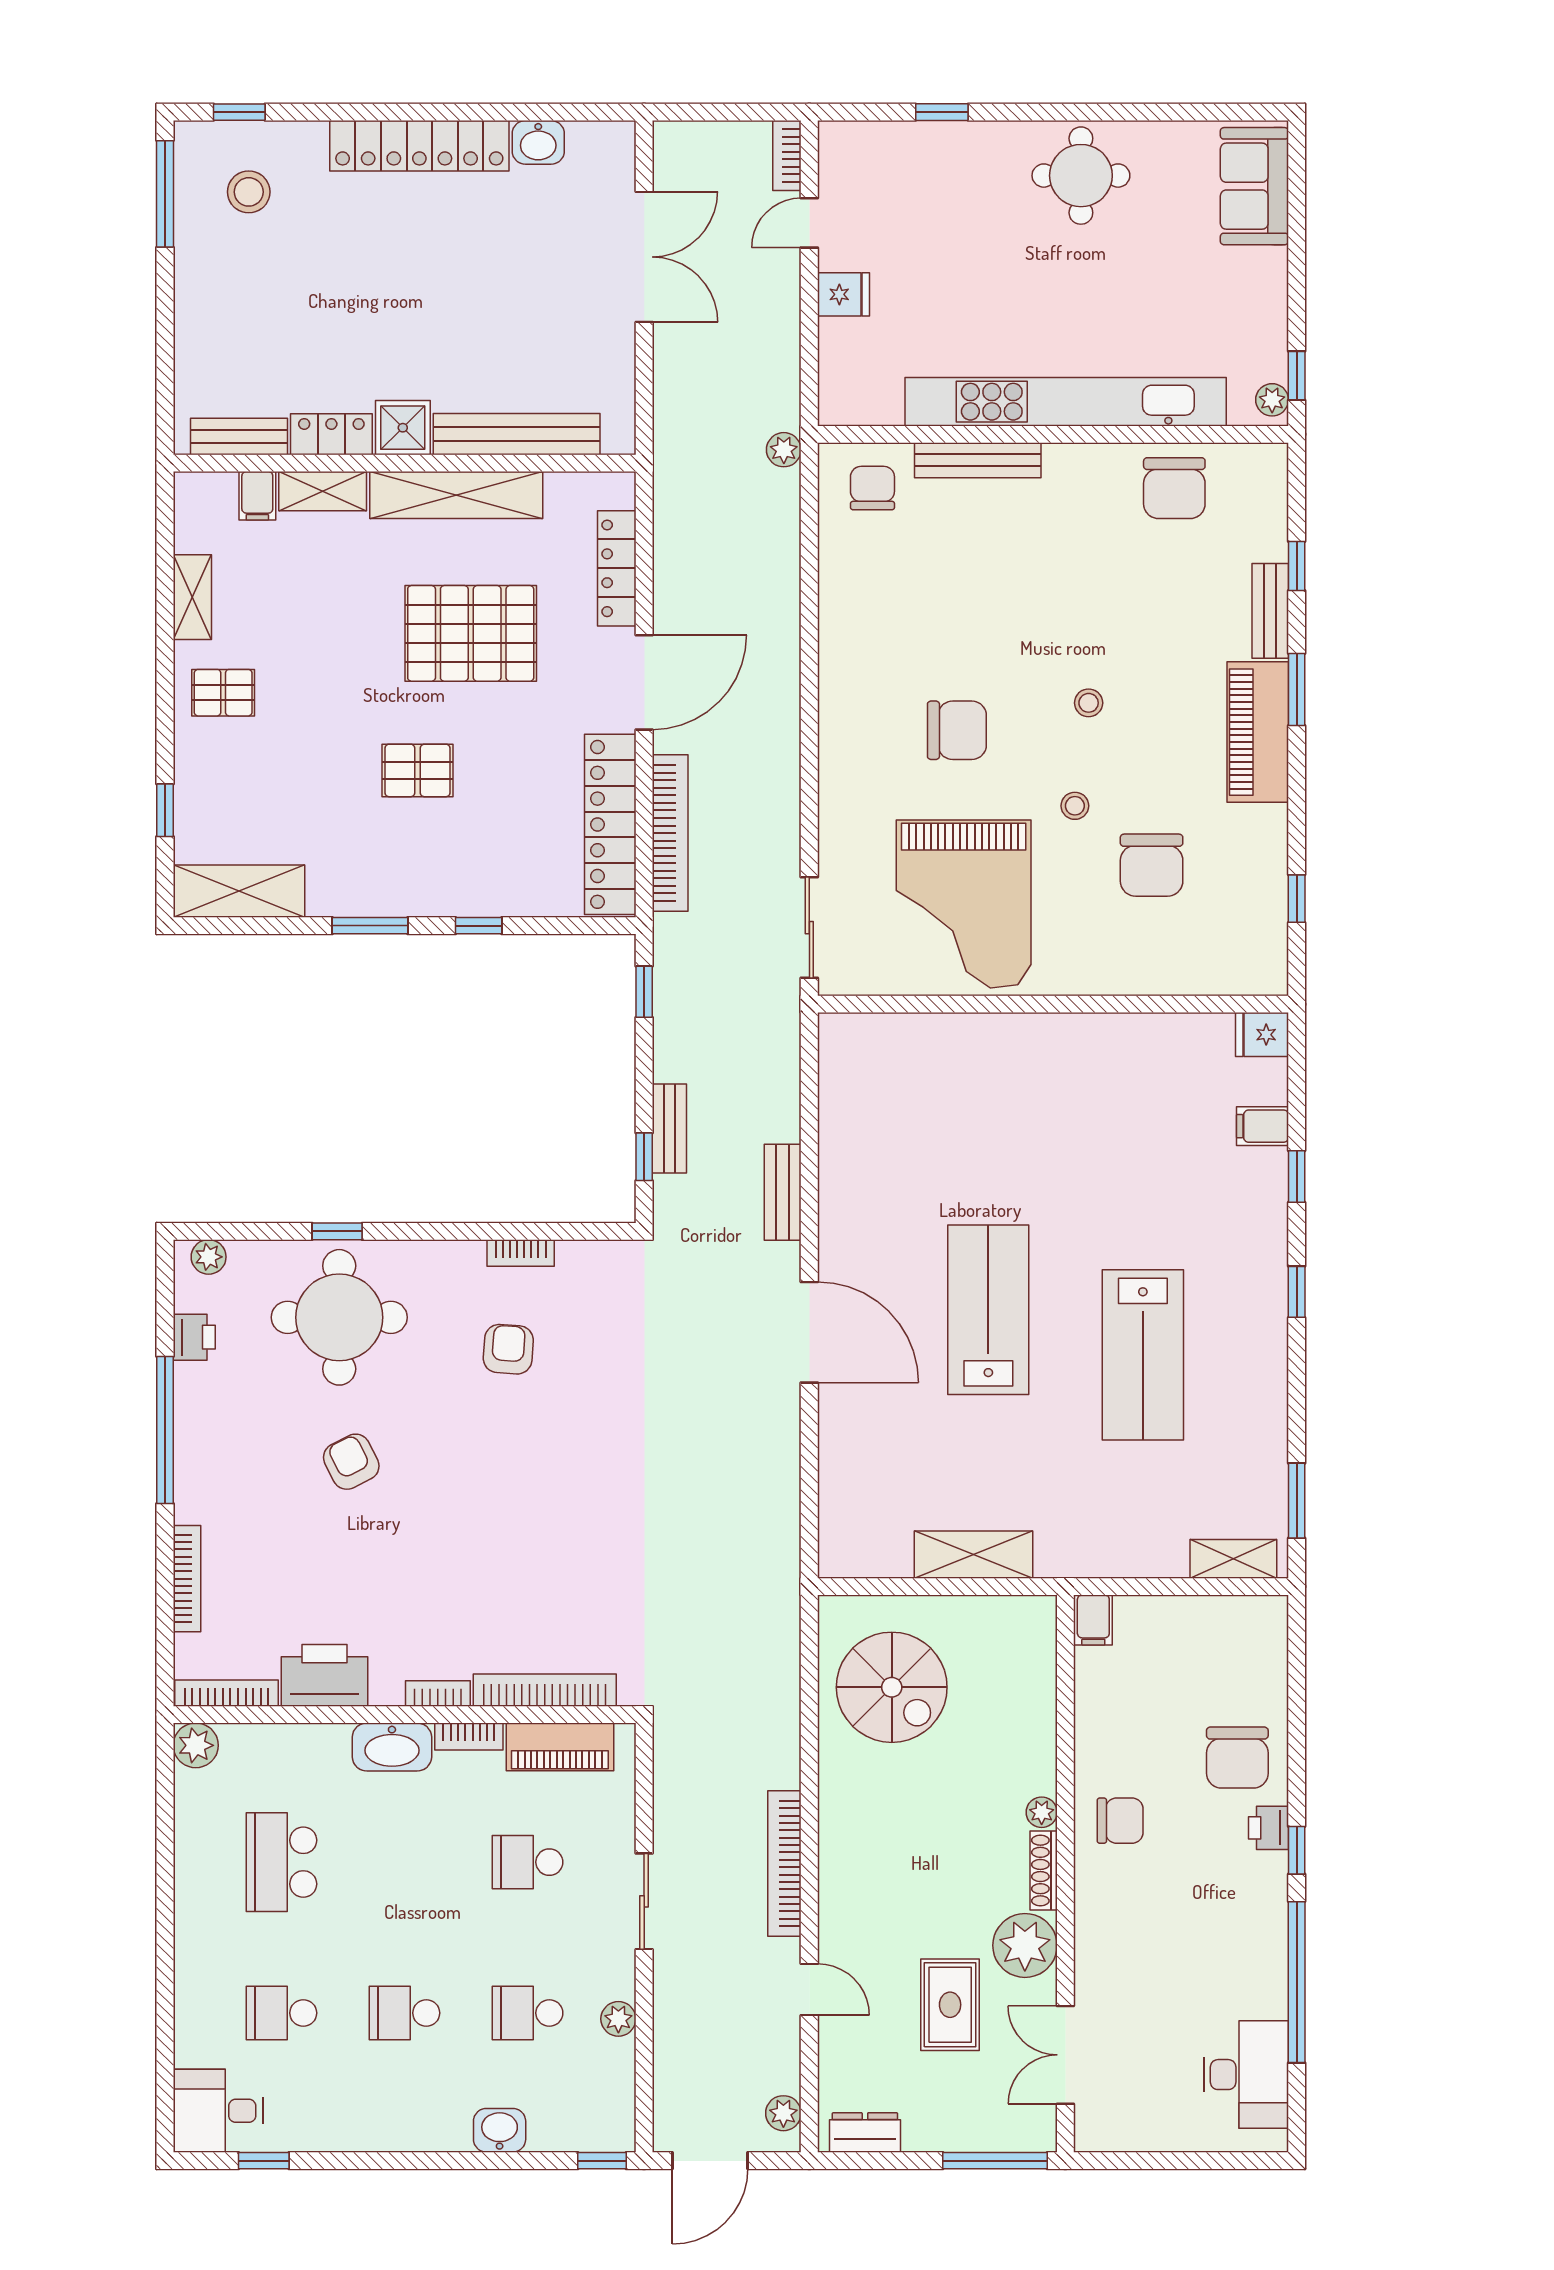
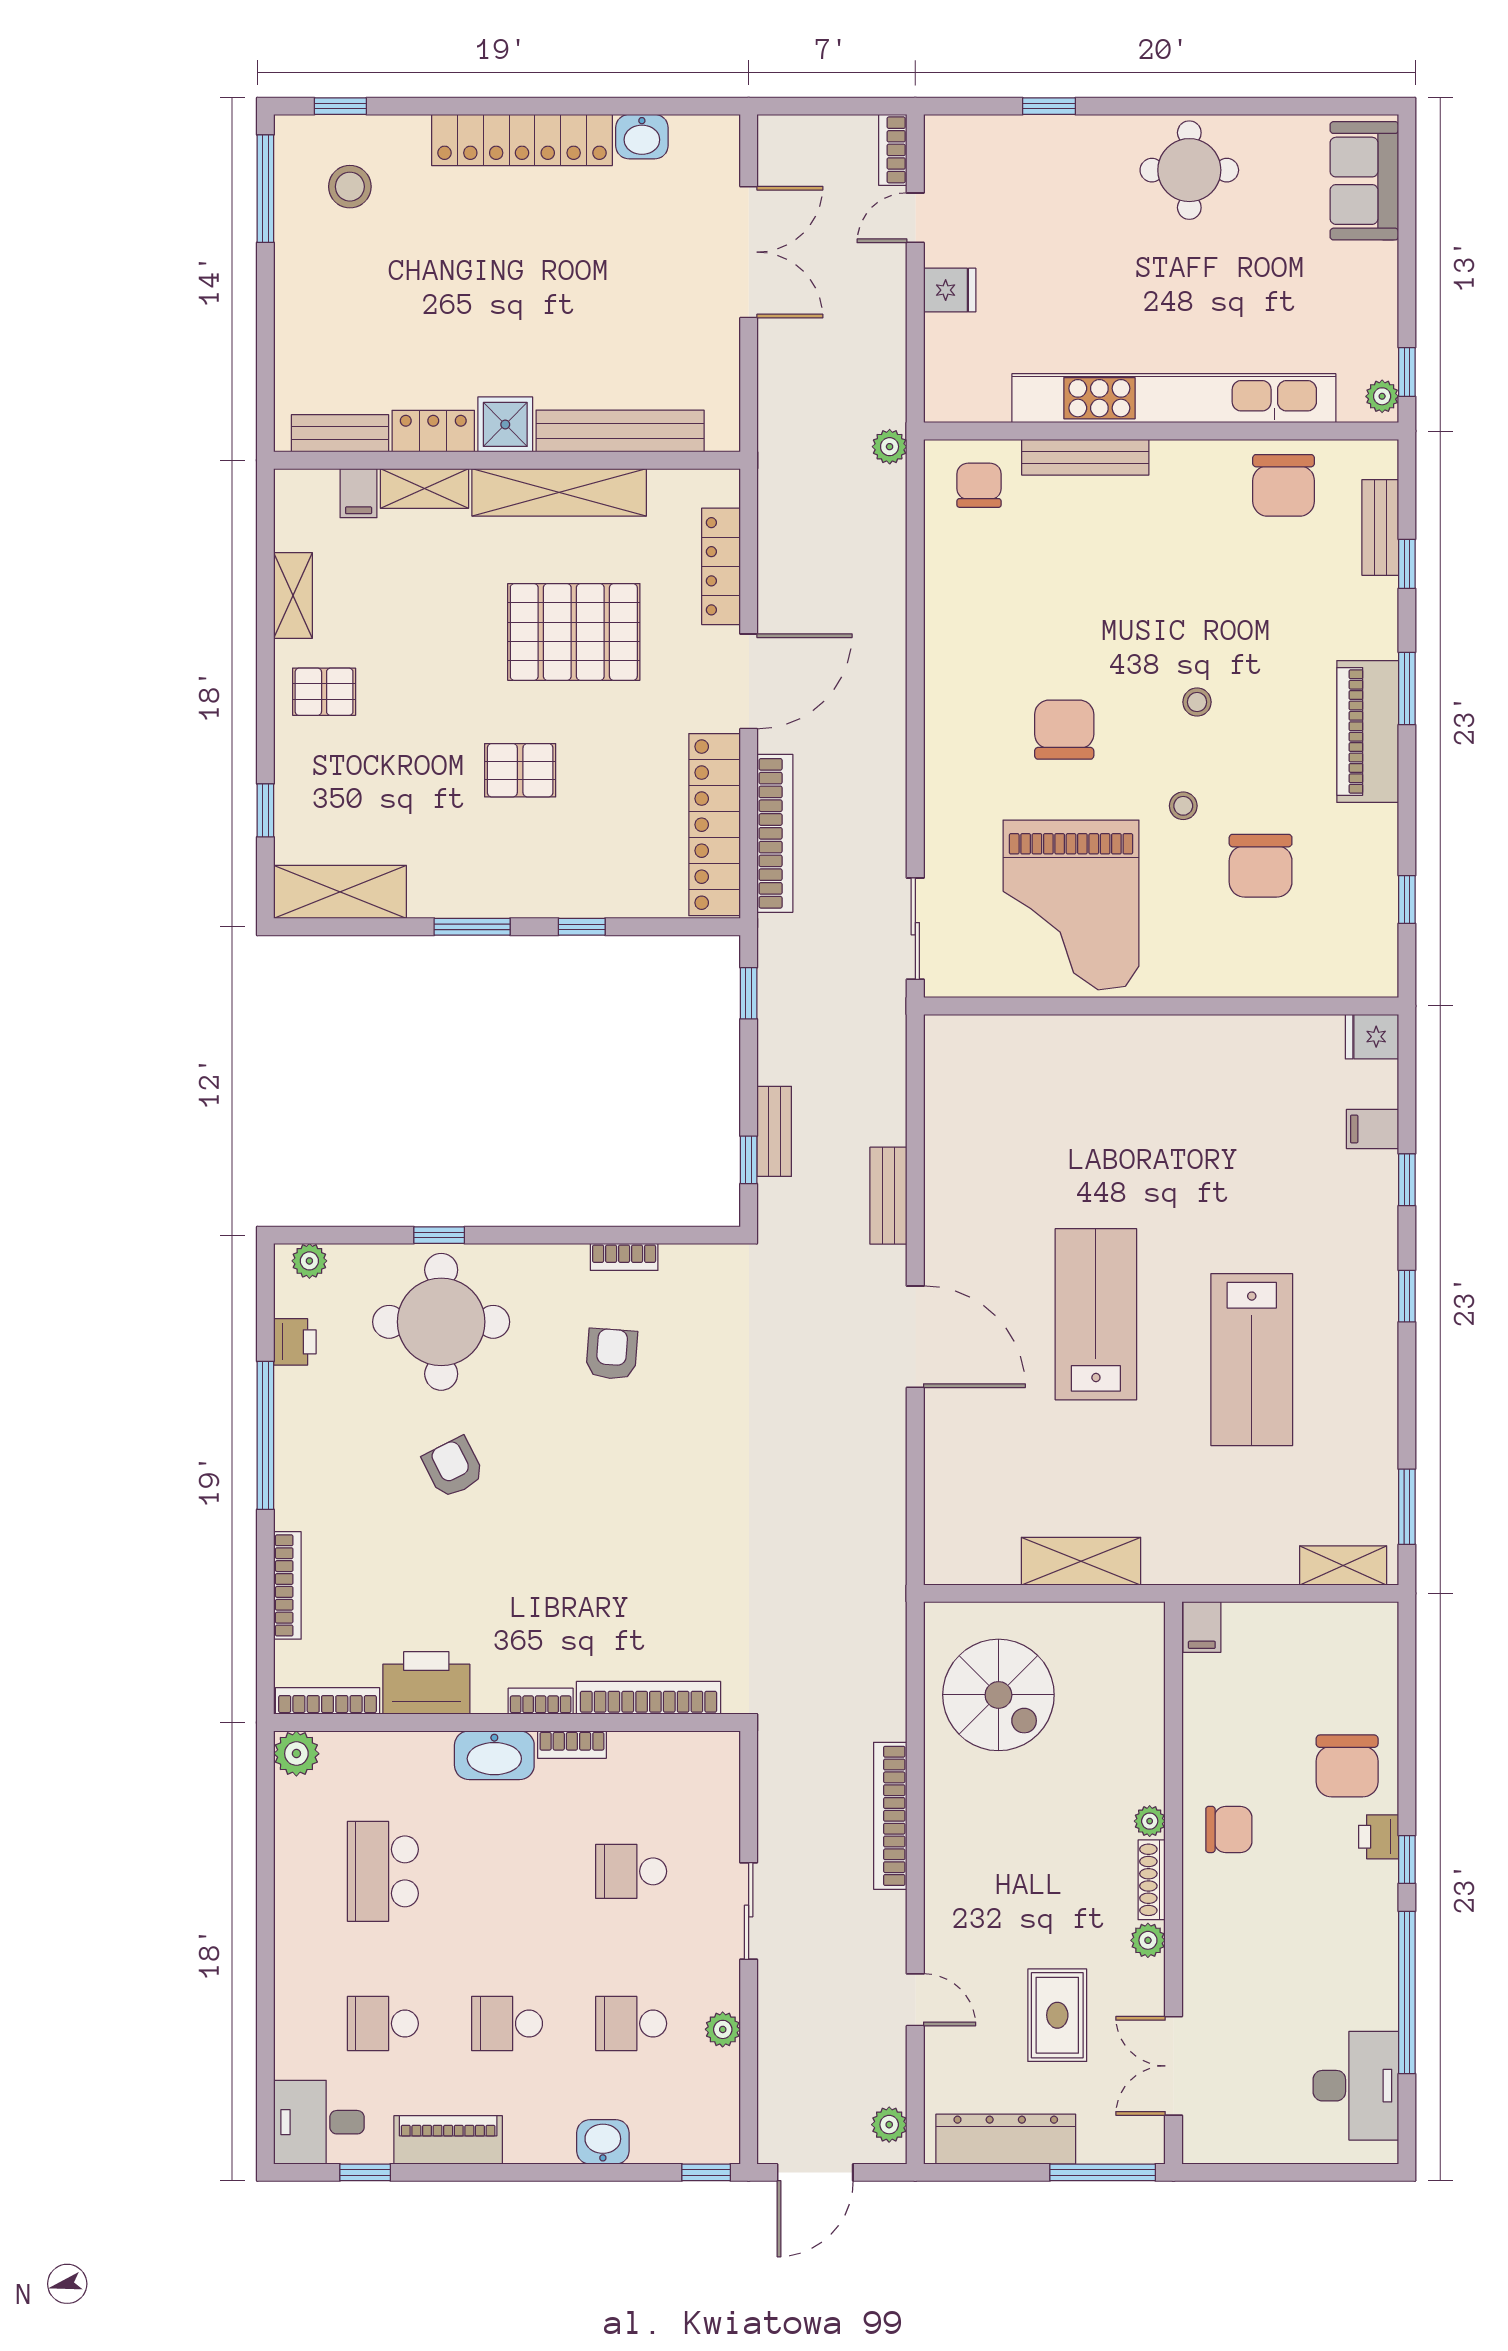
bench: (1270, 611) -> (1380, 527), moved
chair: (957, 730) -> (1064, 730), turned -90
piano: (560, 1747) -> (448, 2140), moved, turned 180
bookcase: (784, 1863) -> (890, 1816), moved
plant: (1025, 1945) -> (1148, 1940), width x0.53, depth x0.53
dresser: (865, 2132) -> (1006, 2139), width x1.96, depth x1.24

